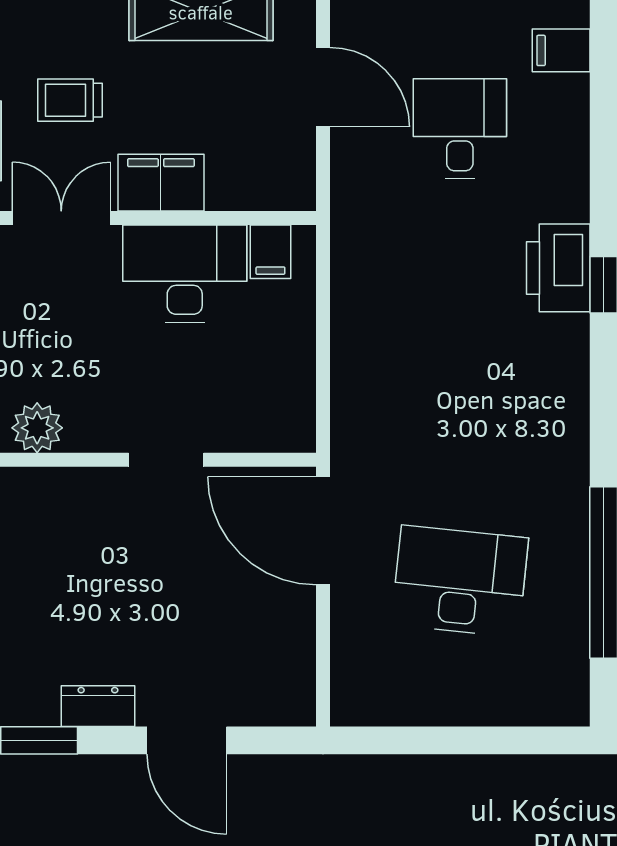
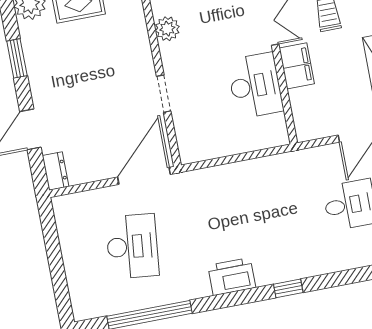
filing cabinet: (270, 252) -> (274, 125), removed
printer: (558, 268) -> (232, 277), moved
dresser: (98, 706) -> (55, 171), moved

